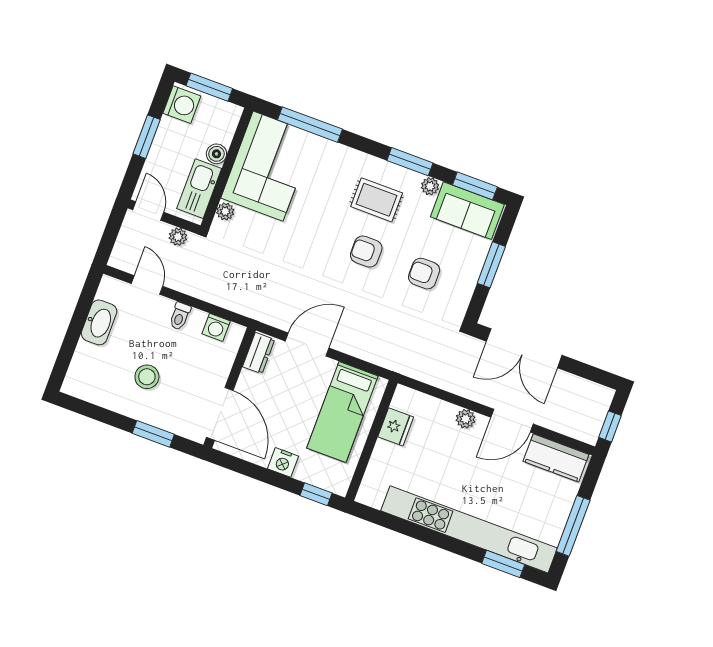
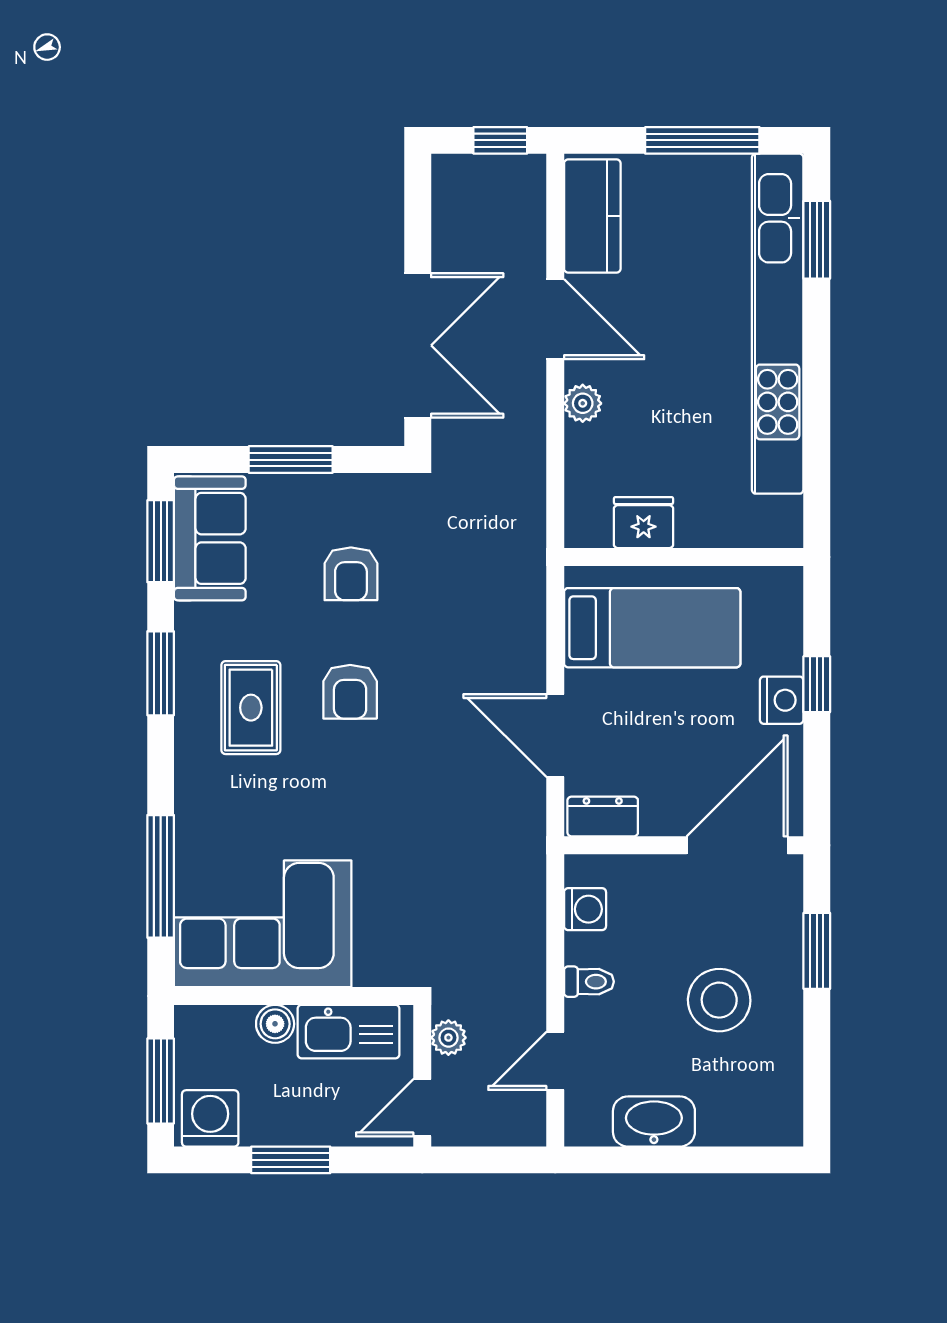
plant: (430, 186) -> (191, 621), removed
plant: (225, 211) -> (372, 970), removed
stool: (147, 377) -> (719, 1000), width x1.38, depth x1.38
window: (316, 494) -> (817, 684), moved

